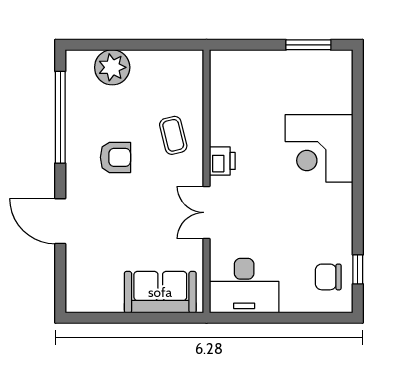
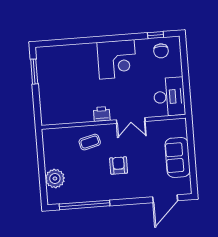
corner desk: (319, 148) -> (117, 59), moved
armchair: (115, 157) -> (119, 165), moved
door: (60, 221) -> (165, 199), moved
sofa: (160, 292) -> (178, 157), moved

